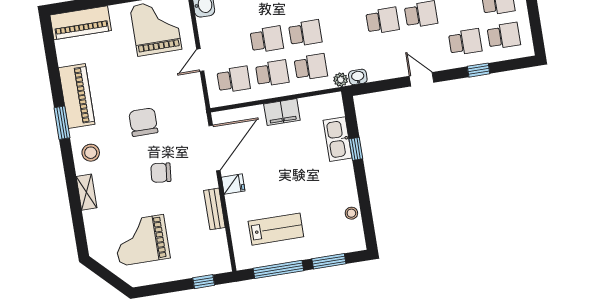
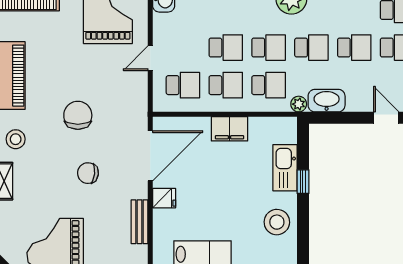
school desk: (344, 27) -> (311, 48), added
washbasin: (358, 77) -> (327, 101), width x1.91, depth x1.45
stool: (351, 213) -> (277, 222), moved, width x1.89, depth x1.89

